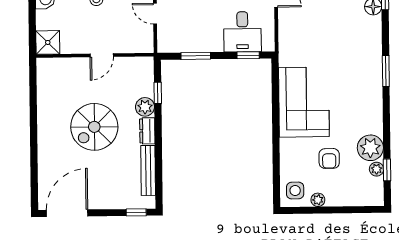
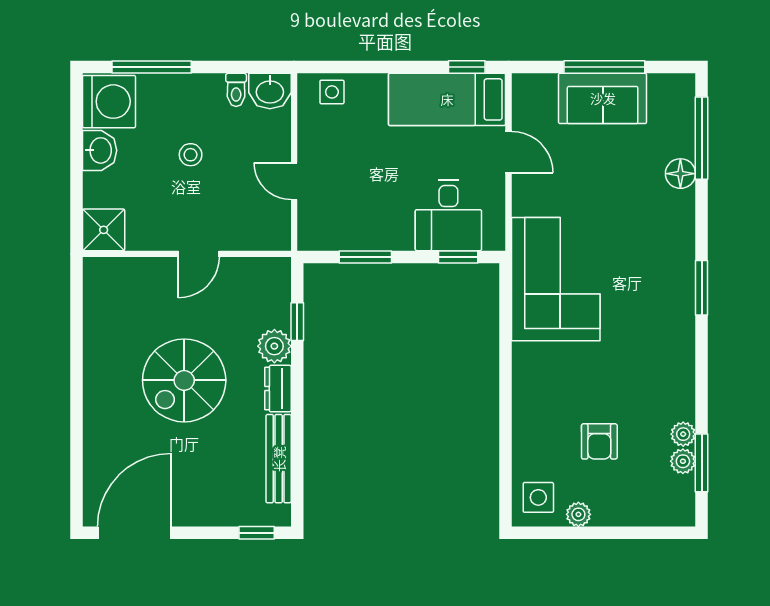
corner sofa: (304, 102) -> (556, 279), moved
plant: (370, 148) -> (683, 434), width x0.53, depth x0.53
window: (387, 170) -> (702, 463), width x1.50

